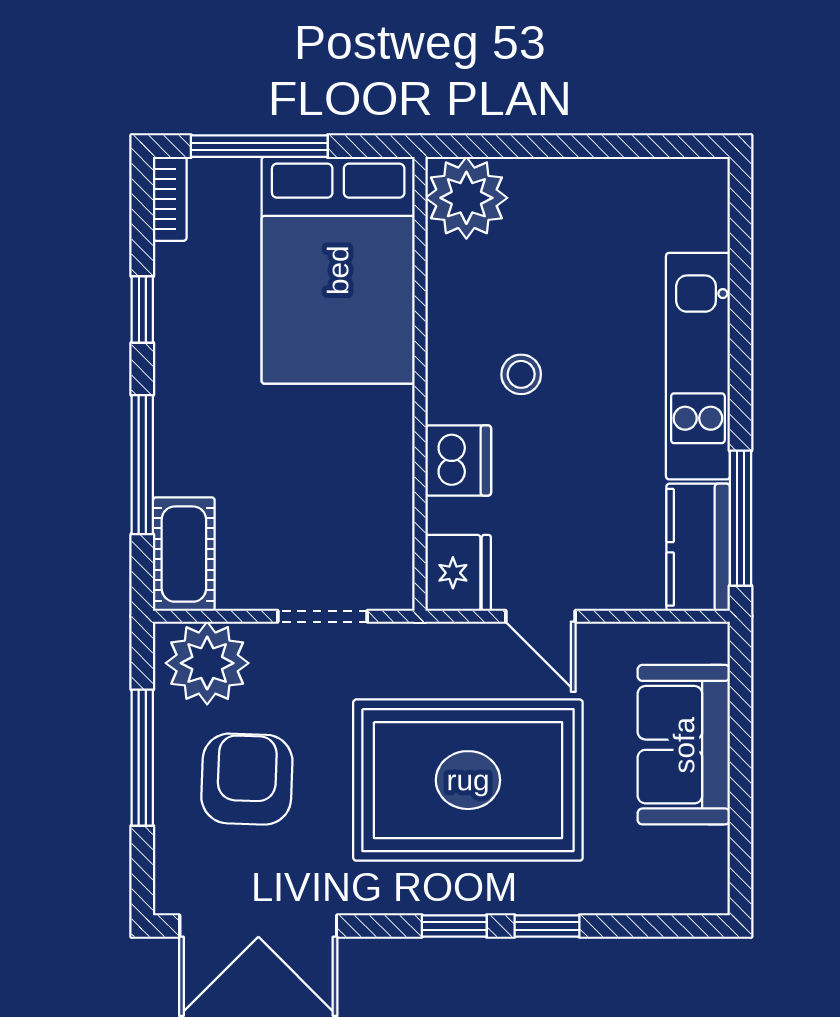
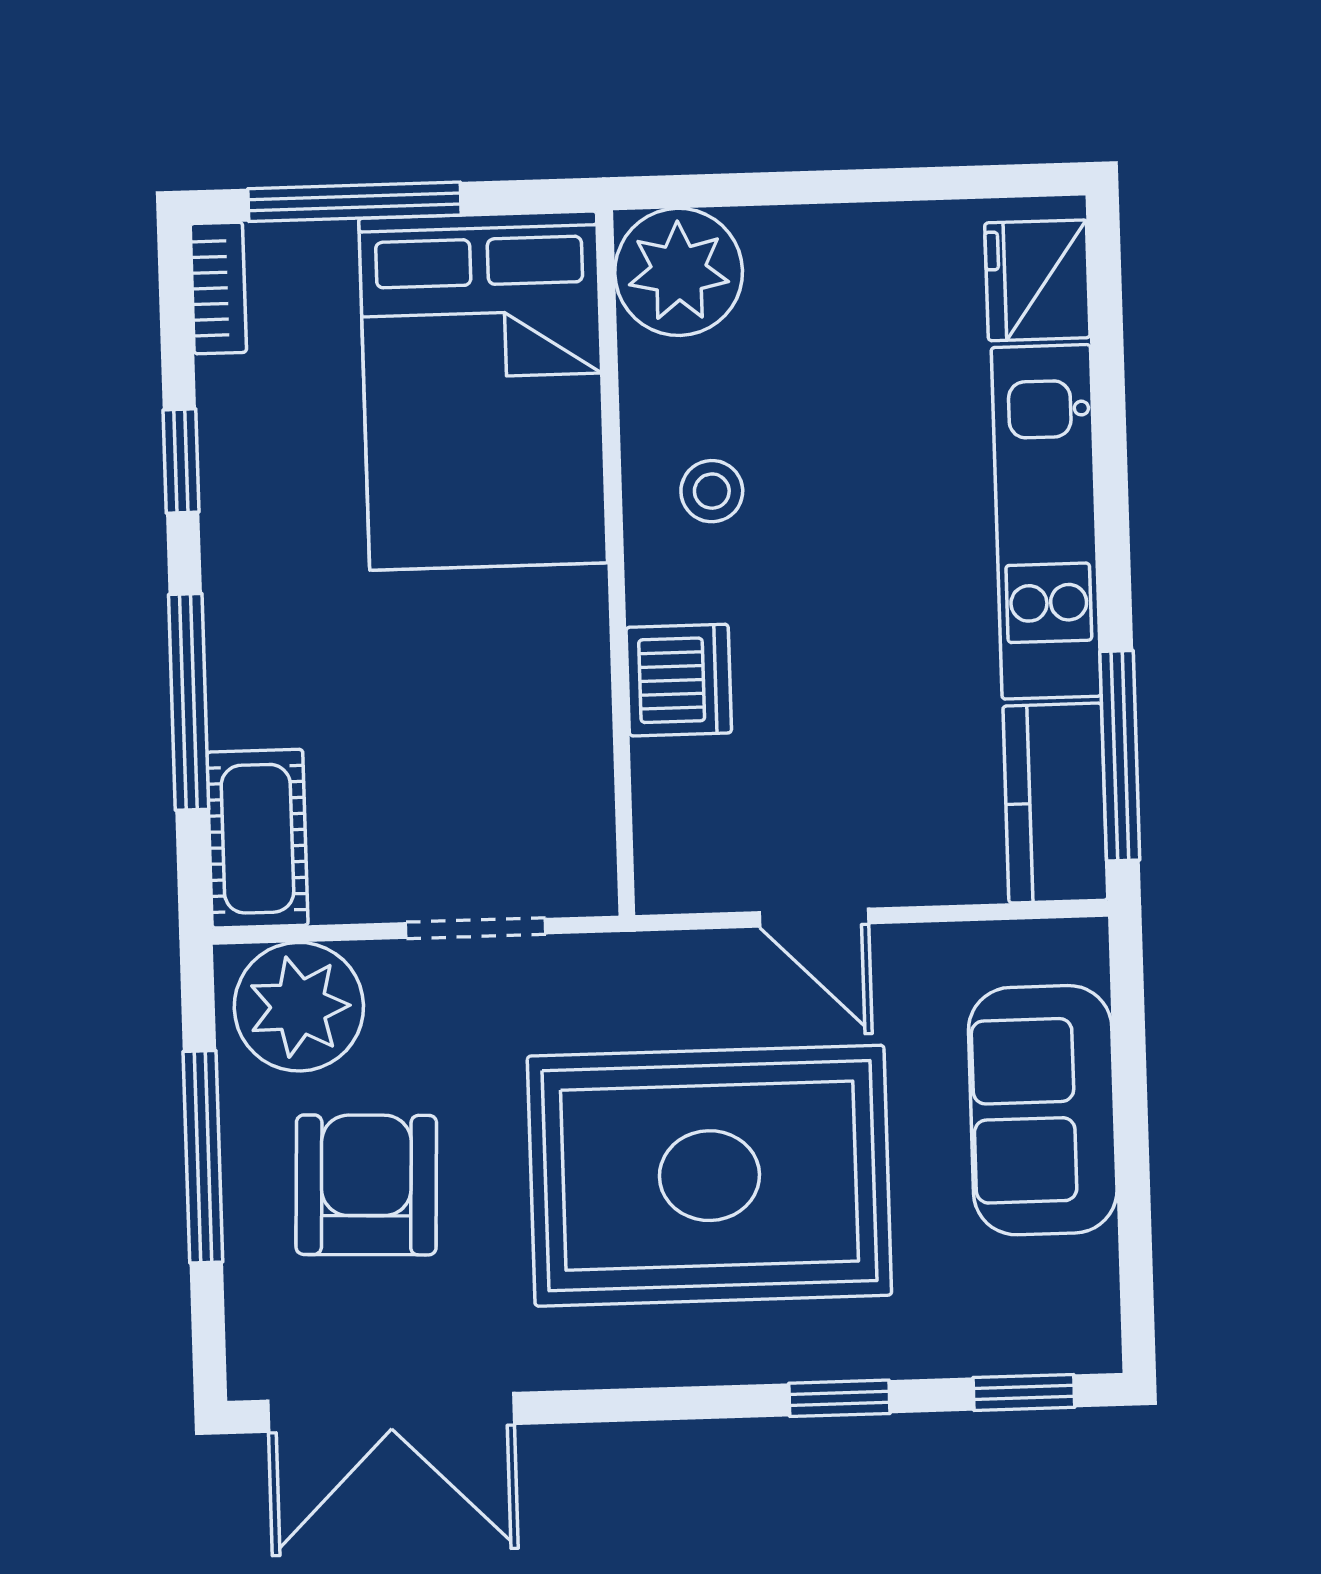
stool: (521, 374) -> (712, 491), moved
fridge: (458, 573) -> (1037, 280), moved, turned 180
window: (454, 926) -> (1024, 1392), moved

